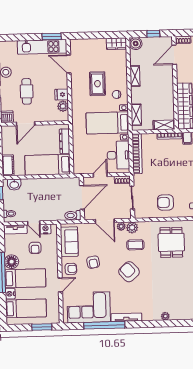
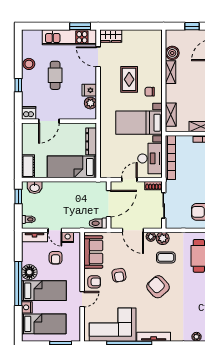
wardrobe: (116, 44) -> (111, 36), moved
boiler: (136, 44) -> (172, 53), moved
cafe table: (27, 91) -> (55, 75), moved

